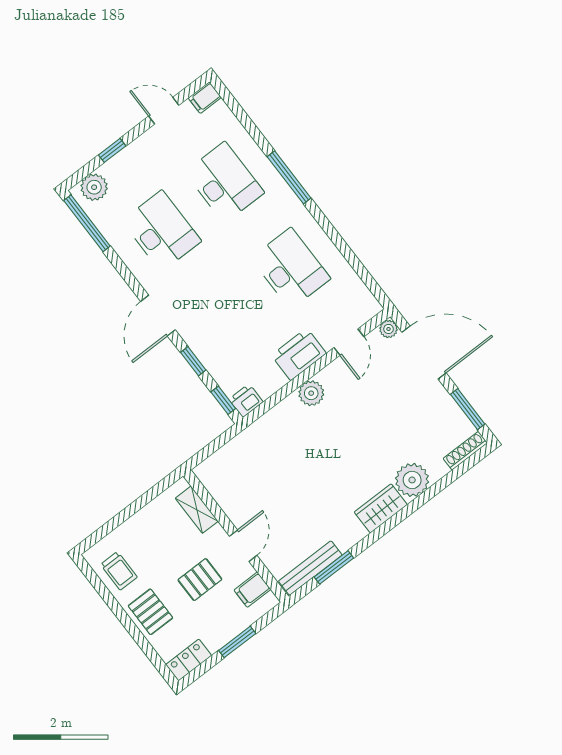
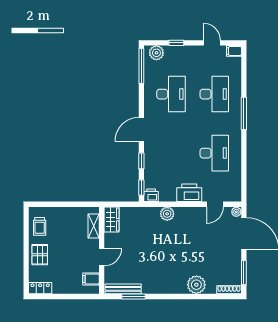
plant: (311, 393) -> (167, 214), moved
wardrobe: (381, 508) -> (112, 220), moved, turned 90
pallet: (200, 580) -> (72, 257), removed
window: (237, 642) -> (67, 296), removed

